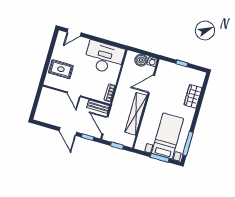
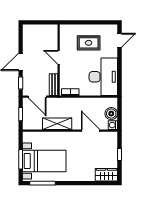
door: (74, 32) -> (119, 40), swing flipped
rug: (61, 69) -> (89, 43), moved, turned 90
door: (74, 94) -> (59, 57), hinge flipped
wardrobe: (193, 96) -> (106, 175), moved
shelving: (136, 114) -> (57, 124), width x0.68
door: (105, 125) -> (37, 97), swing flipped

